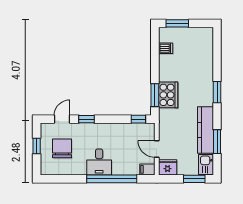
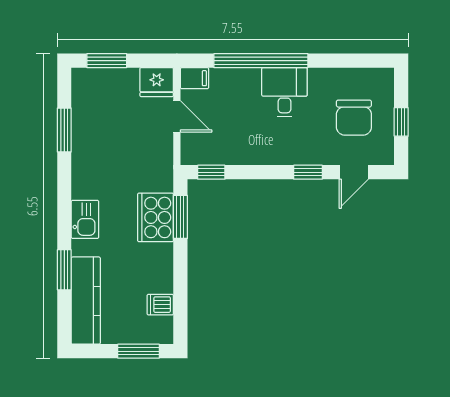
window: (217, 92) -> (64, 270), moved
kitchen counter: (205, 130) -> (86, 301), moved
kitchen sink: (206, 164) -> (85, 219), moved

